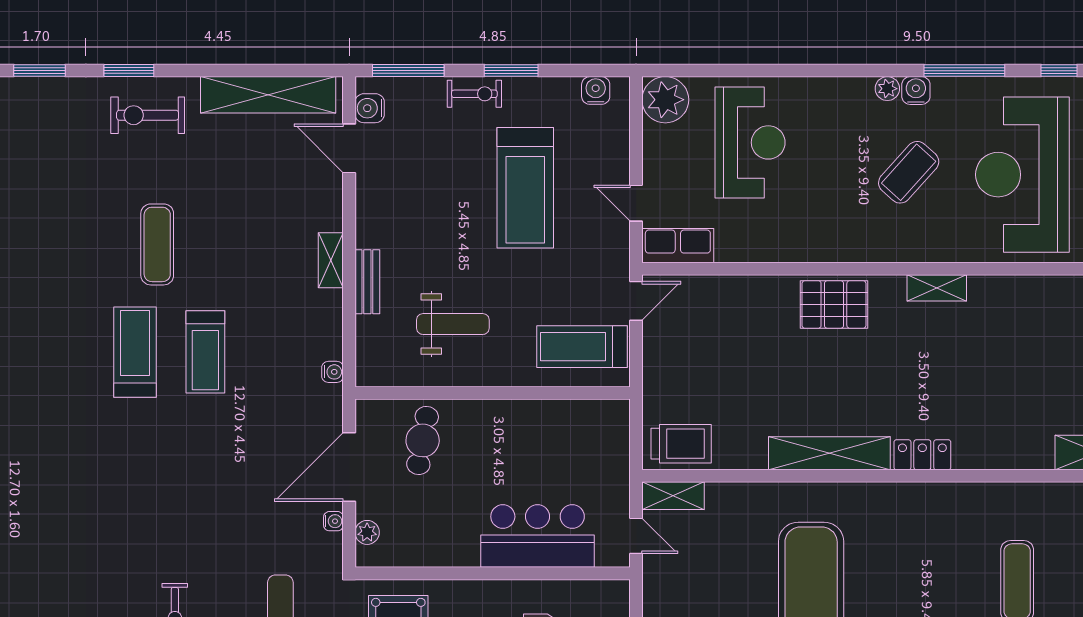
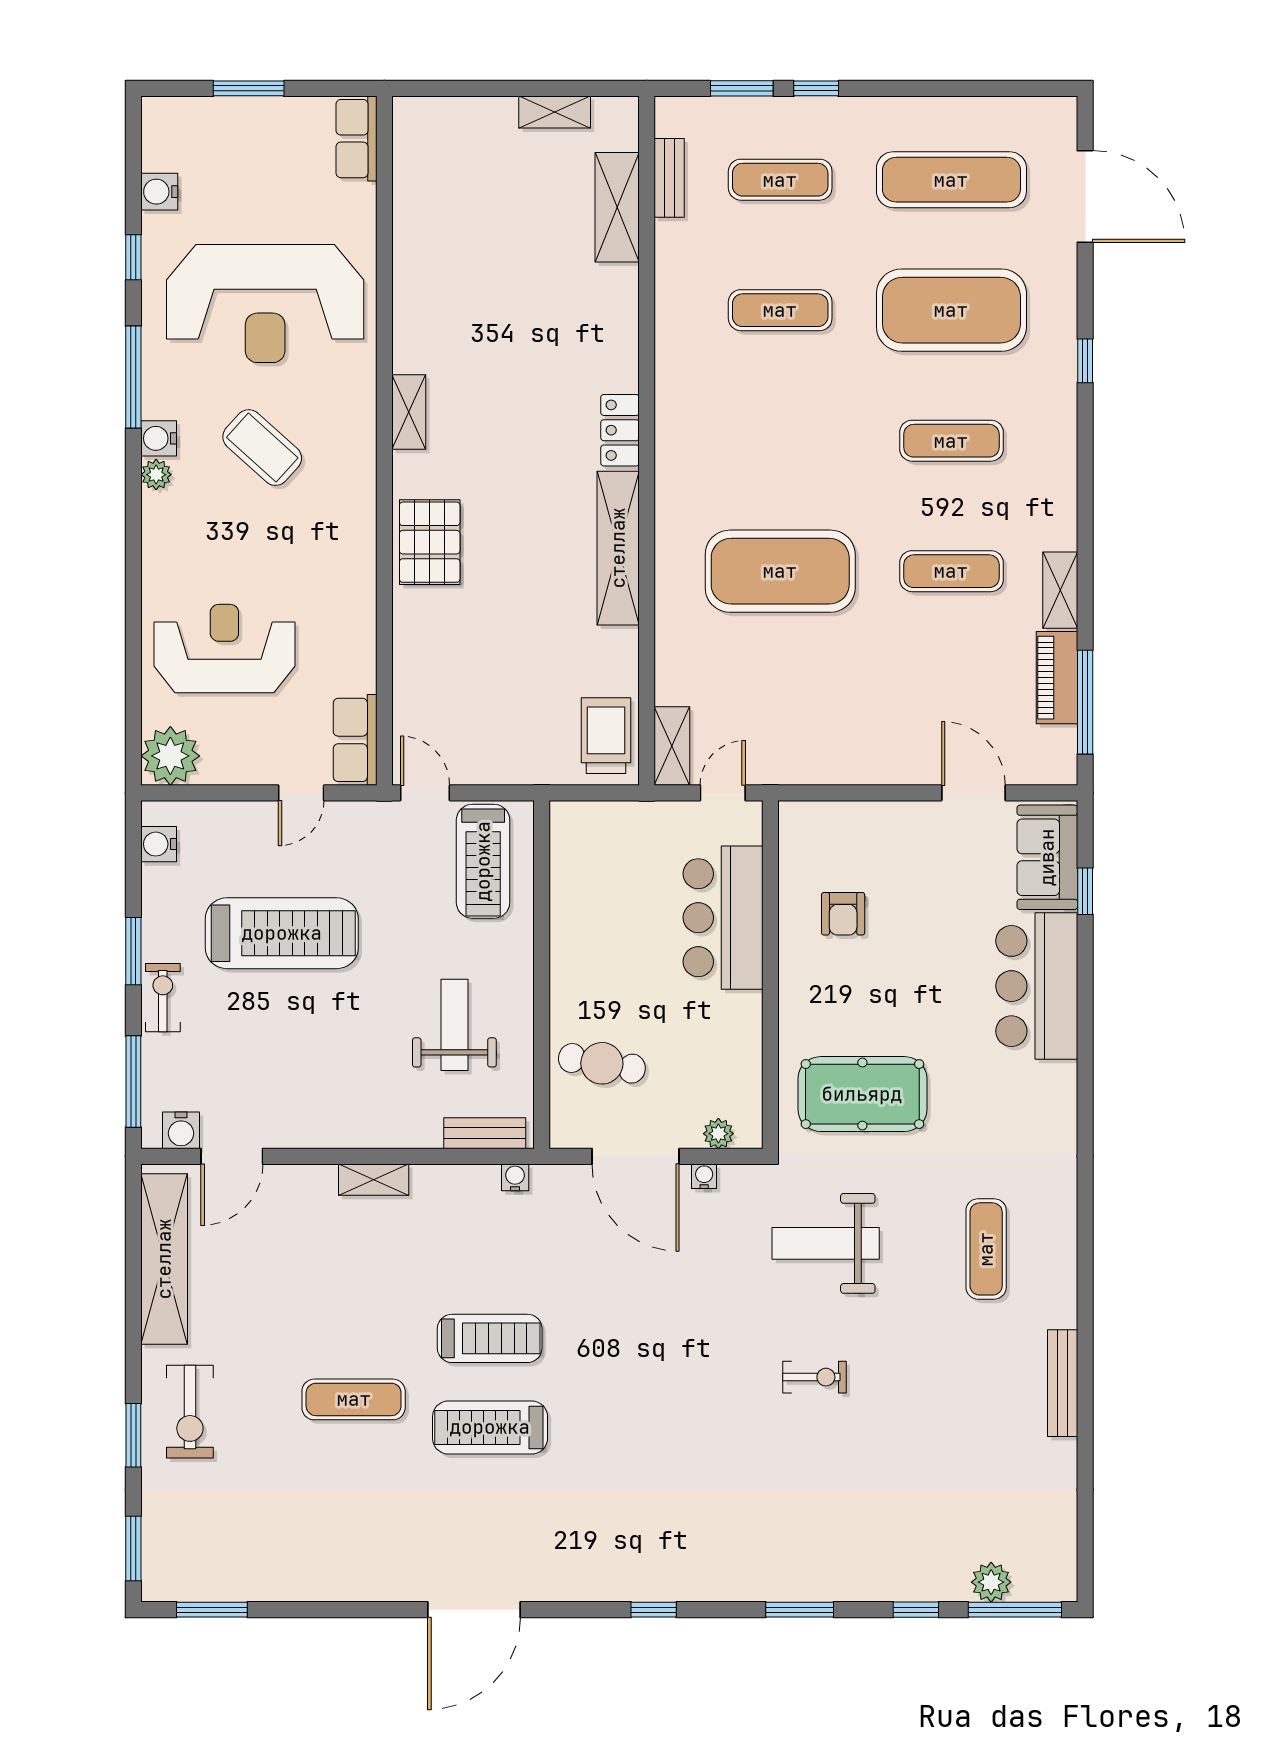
bench: (367, 282) -> (485, 1133), moved

